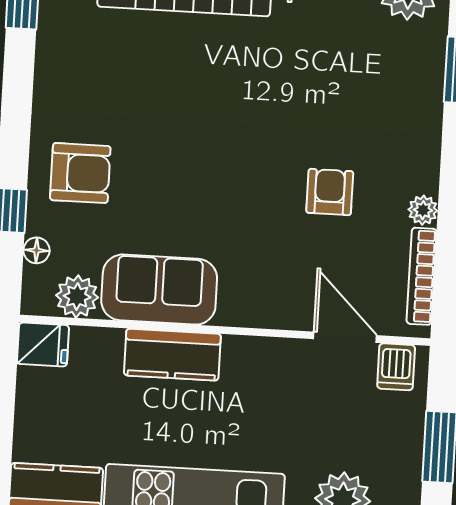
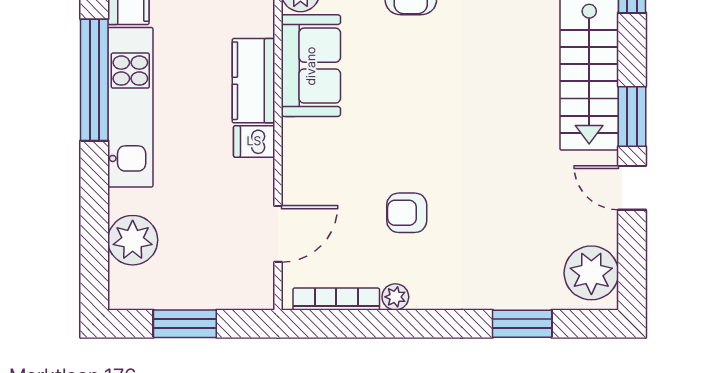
armchair: (330, 192) -> (407, 213), turned 180
dishwasher: (396, 367) -> (254, 141), moved

